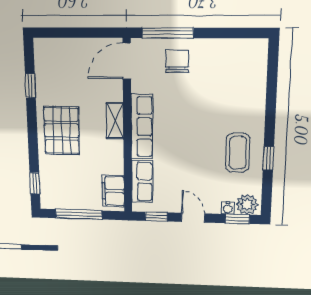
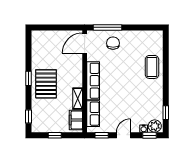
window: (30, 86) -> (29, 78), moved
shelving: (115, 121) -> (78, 99), moved
coffee table: (238, 153) -> (152, 67), moved
window: (268, 158) -> (166, 113), moved
window: (79, 214) -> (55, 135), width x0.46
door: (193, 218) -> (123, 135), hinge flipped

